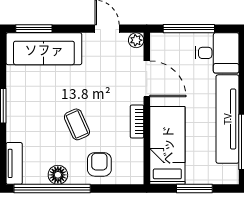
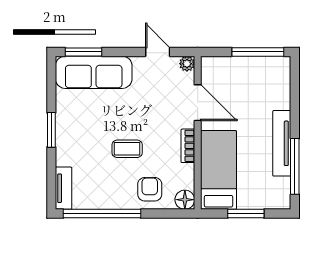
window: (189, 29) -> (258, 52), moved
desk: (217, 53) -> (269, 76), removed
tv unit: (227, 119) -> (282, 143), width x0.73, depth x0.78
coffee table: (77, 124) -> (127, 149), turned -66
floor lamp: (58, 175) -> (185, 200), moved

